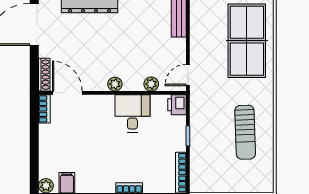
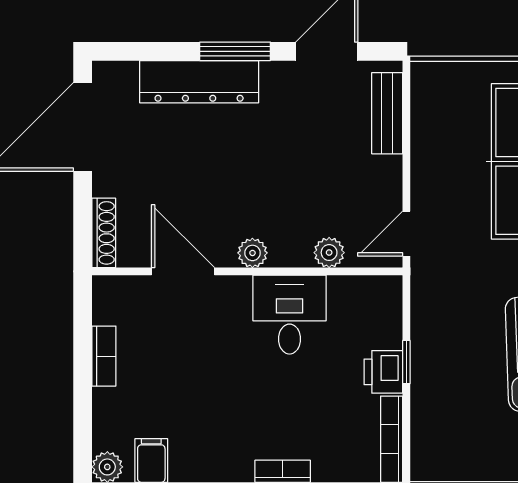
door: (67, 93) -> (183, 271), moved
printer: (177, 105) -> (383, 372), moved
bookcase: (44, 109) -> (104, 356), moved

